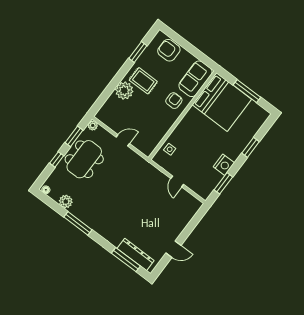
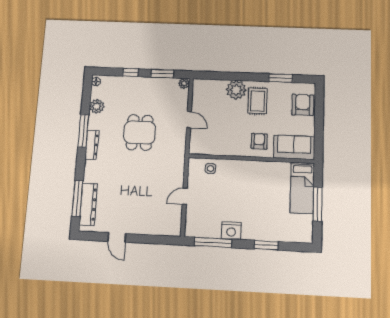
armchair: (174, 101) -> (259, 141), turned -90
bed: (222, 102) -> (302, 188), width x0.49
dining table: (84, 159) -> (140, 133), moved, width x0.73
window: (223, 183) -> (213, 242), width x1.44
dresser: (93, 224) -> (92, 145), added

